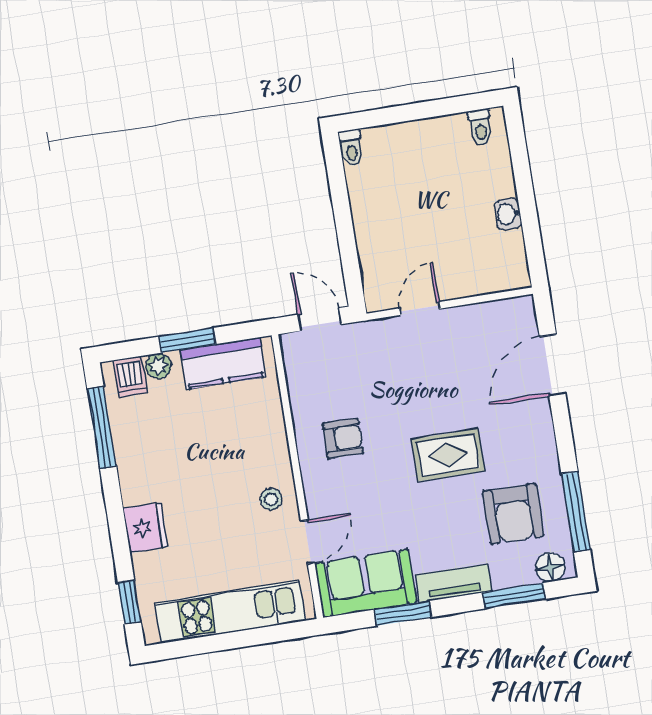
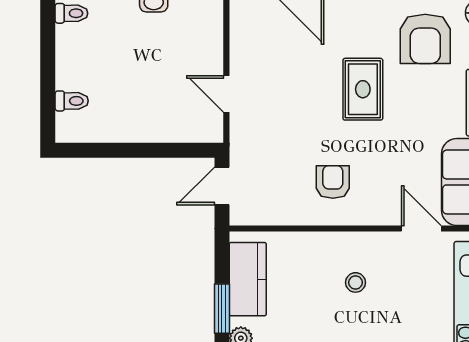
toilet: (351, 148) -> (72, 101), moved
stool: (271, 499) -> (355, 282), moved
armchair: (513, 514) -> (425, 39), turned 90

